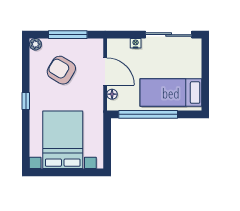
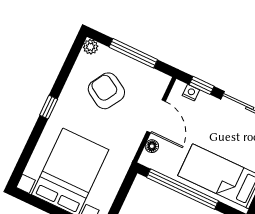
window: (127, 35) -> (202, 85), added
nightstand: (136, 43) -> (191, 93), moved

